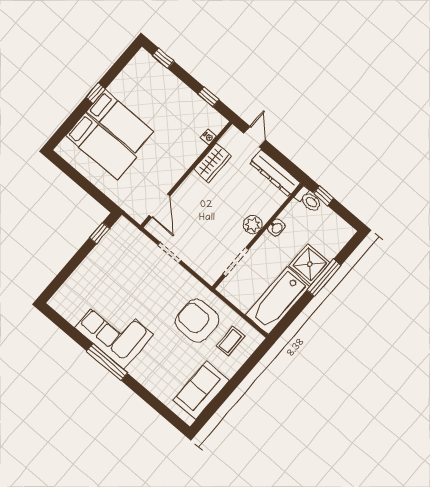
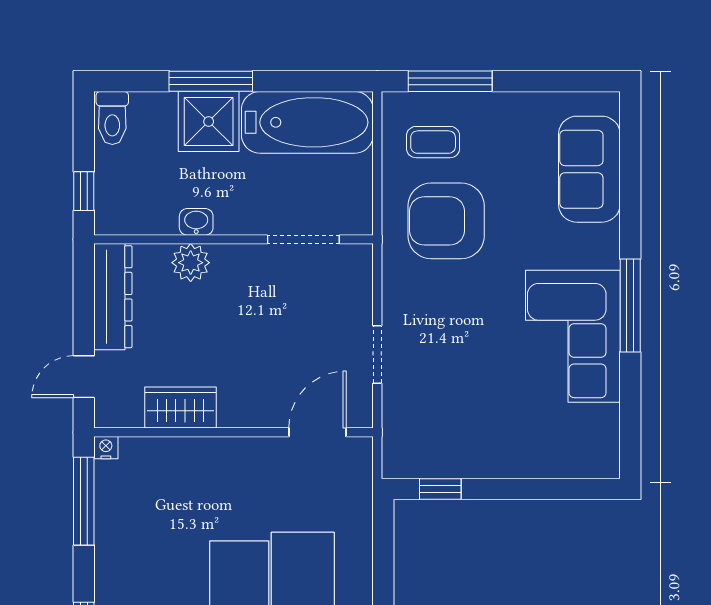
window: (208, 97) -> (84, 501), width x2.17
nightstand: (209, 137) -> (106, 448), moved
toilet: (309, 200) -> (112, 118), moved, turned 180
plant: (253, 225) -> (191, 263), moved
armchair: (197, 321) -> (446, 221), turned 90
window: (248, 367) -> (450, 81), added
sofa: (201, 390) -> (589, 169), moved, turned 90

